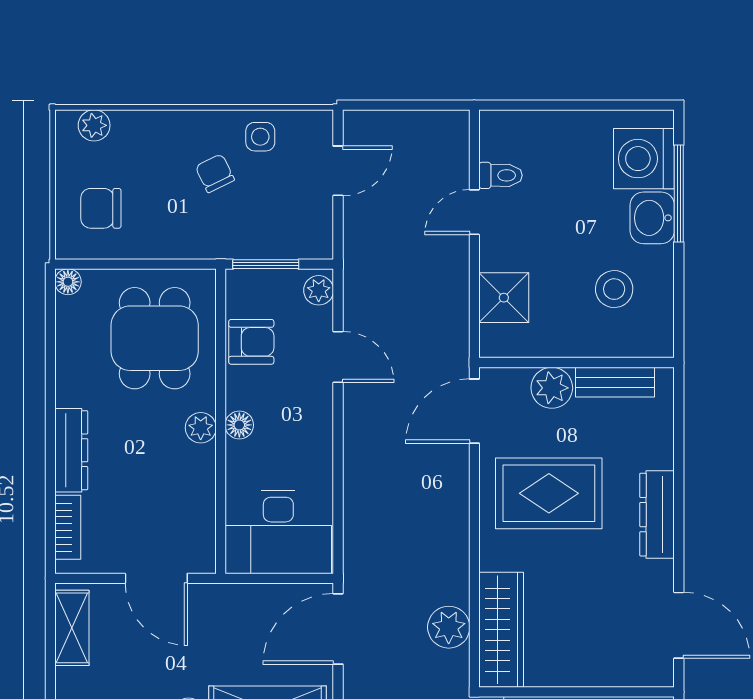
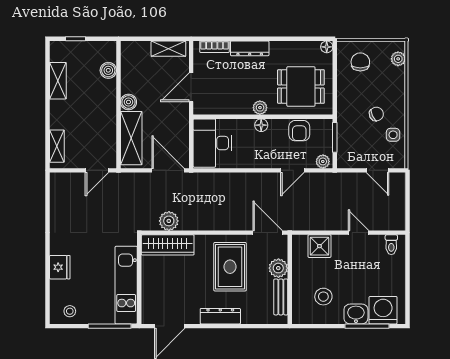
toilet: (501, 175) -> (391, 245), moved

